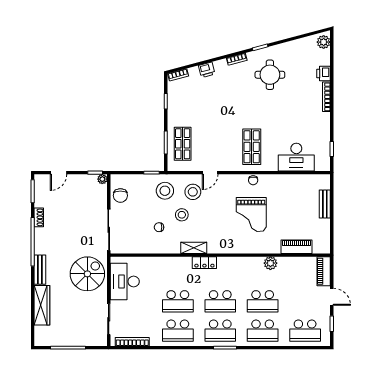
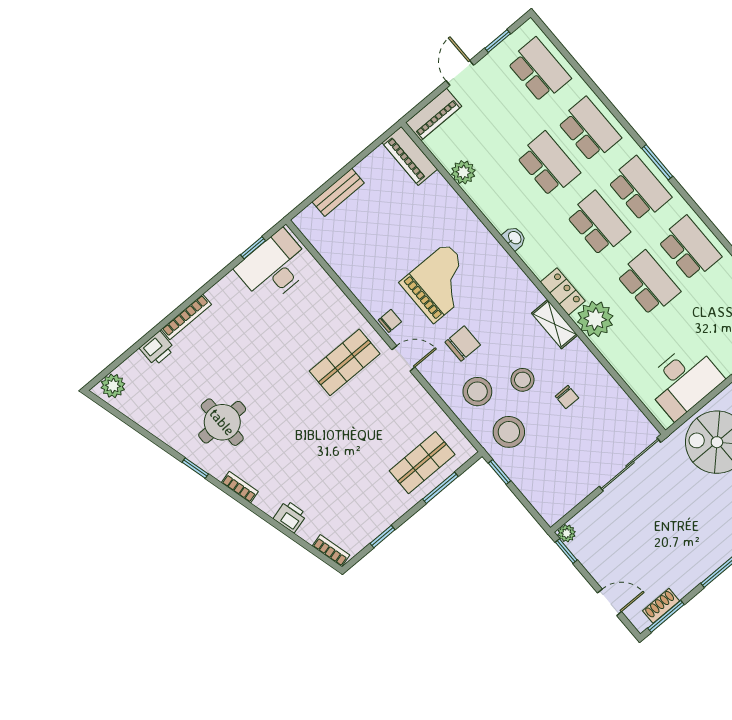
desk: (296, 157) -> (274, 267), moved, turned -90
door: (210, 173) -> (403, 358), moved
chair: (120, 196) -> (463, 344), moved
shoe rack: (39, 217) -> (661, 606), moved
piano: (296, 247) -> (410, 156), moved
washbasin: (244, 261) -> (514, 238), added
plant: (270, 263) -> (463, 172), moved
plant: (182, 266) -> (595, 319), added

